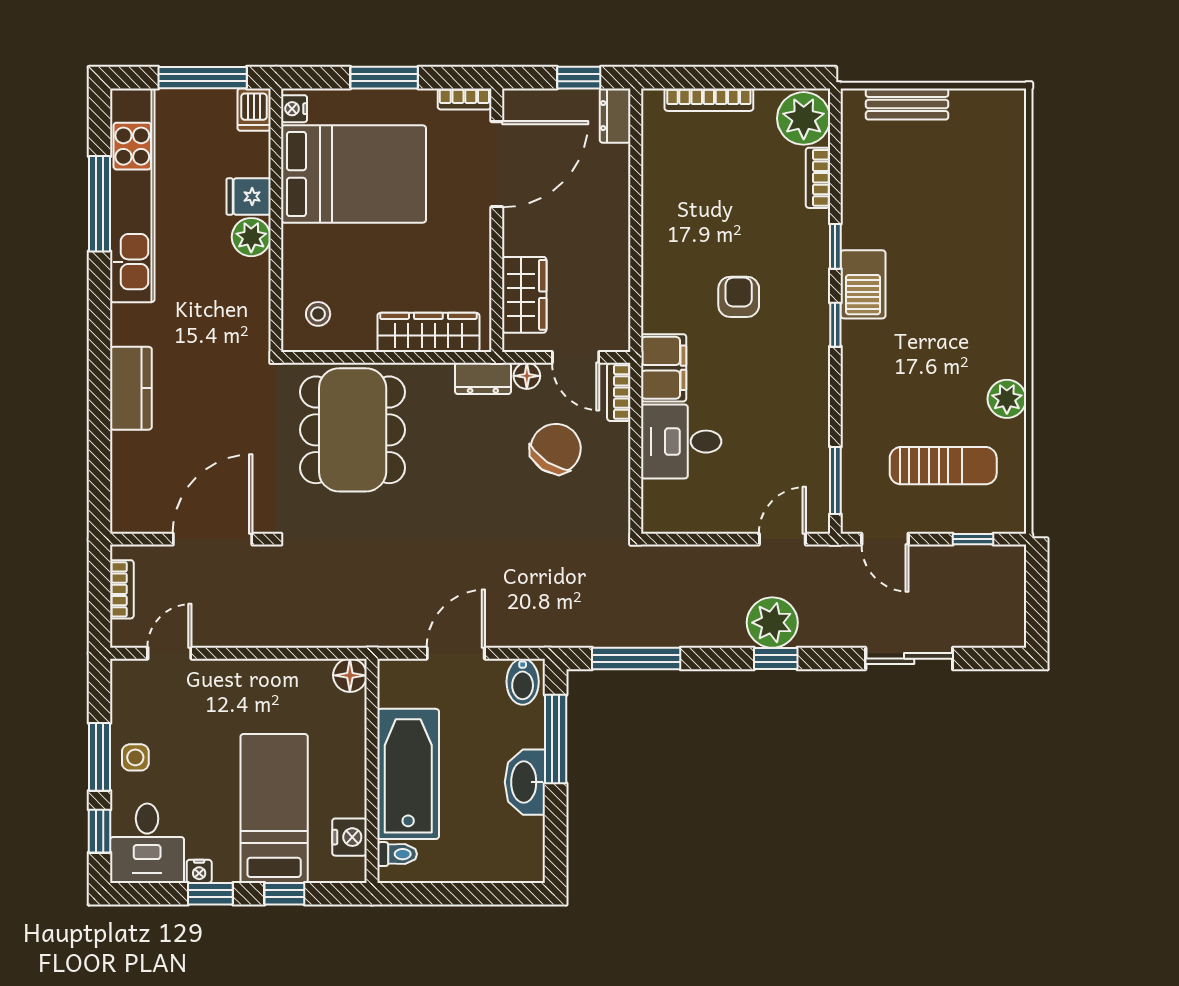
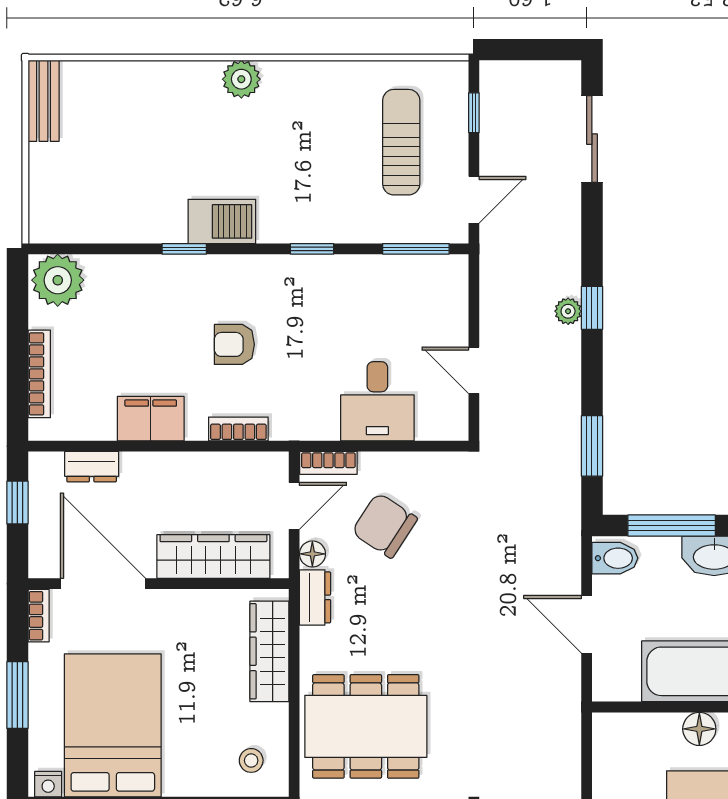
bench: (907, 104) -> (44, 101), moved
dresser: (615, 116) -> (92, 467), moved
bookcase: (818, 178) -> (238, 429), moved, turned 180
wardrobe: (524, 295) -> (213, 557), width x1.50
window: (835, 325) -> (312, 249), moved
filing cabinet: (664, 368) -> (151, 419), moved
plant: (1007, 399) -> (241, 79), moved
door: (782, 539) -> (474, 370), moved
plant: (772, 623) -> (568, 311), width x0.53, depth x0.53
window: (636, 659) -> (592, 446), width x0.69
sliding door: (909, 659) -> (592, 139), moved
floor lamp: (350, 675) -> (699, 729), moved

